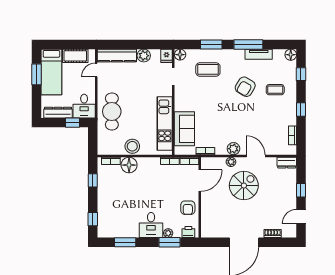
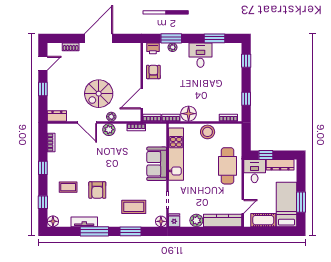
armchair: (245, 87) -> (97, 190), turned 149
sofa: (184, 129) -> (157, 164), moved
floor lamp: (129, 165) -> (189, 114), moved
desk: (151, 225) -> (200, 55), moved

